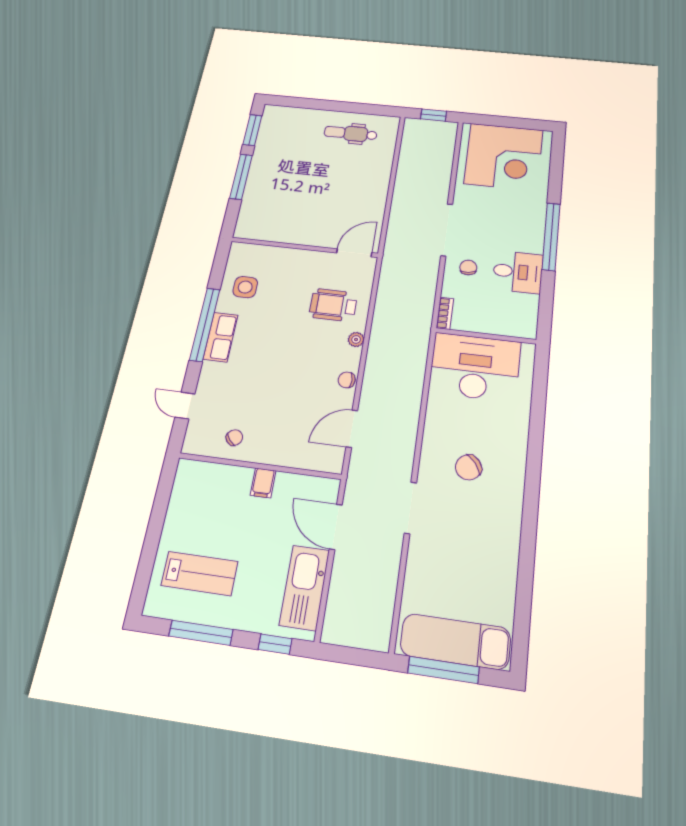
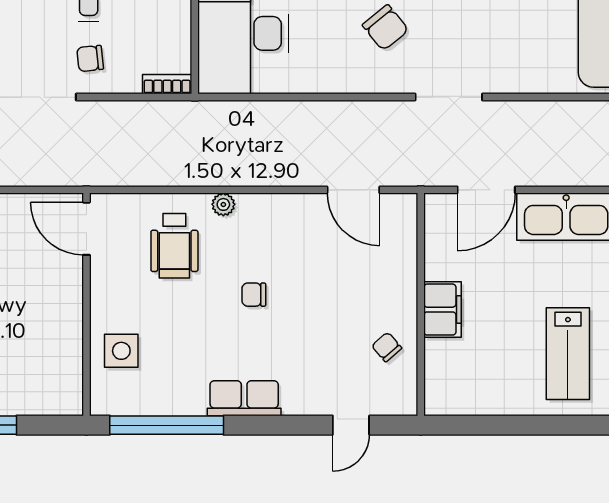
side table: (245, 287) -> (121, 351), moved
window: (205, 324) -> (167, 425), moved
chair: (347, 380) -> (254, 295), moved, turned 90
filing cabinet: (263, 483) -> (442, 310), width x2.00
lab bench: (200, 574) -> (568, 354), turned 180

